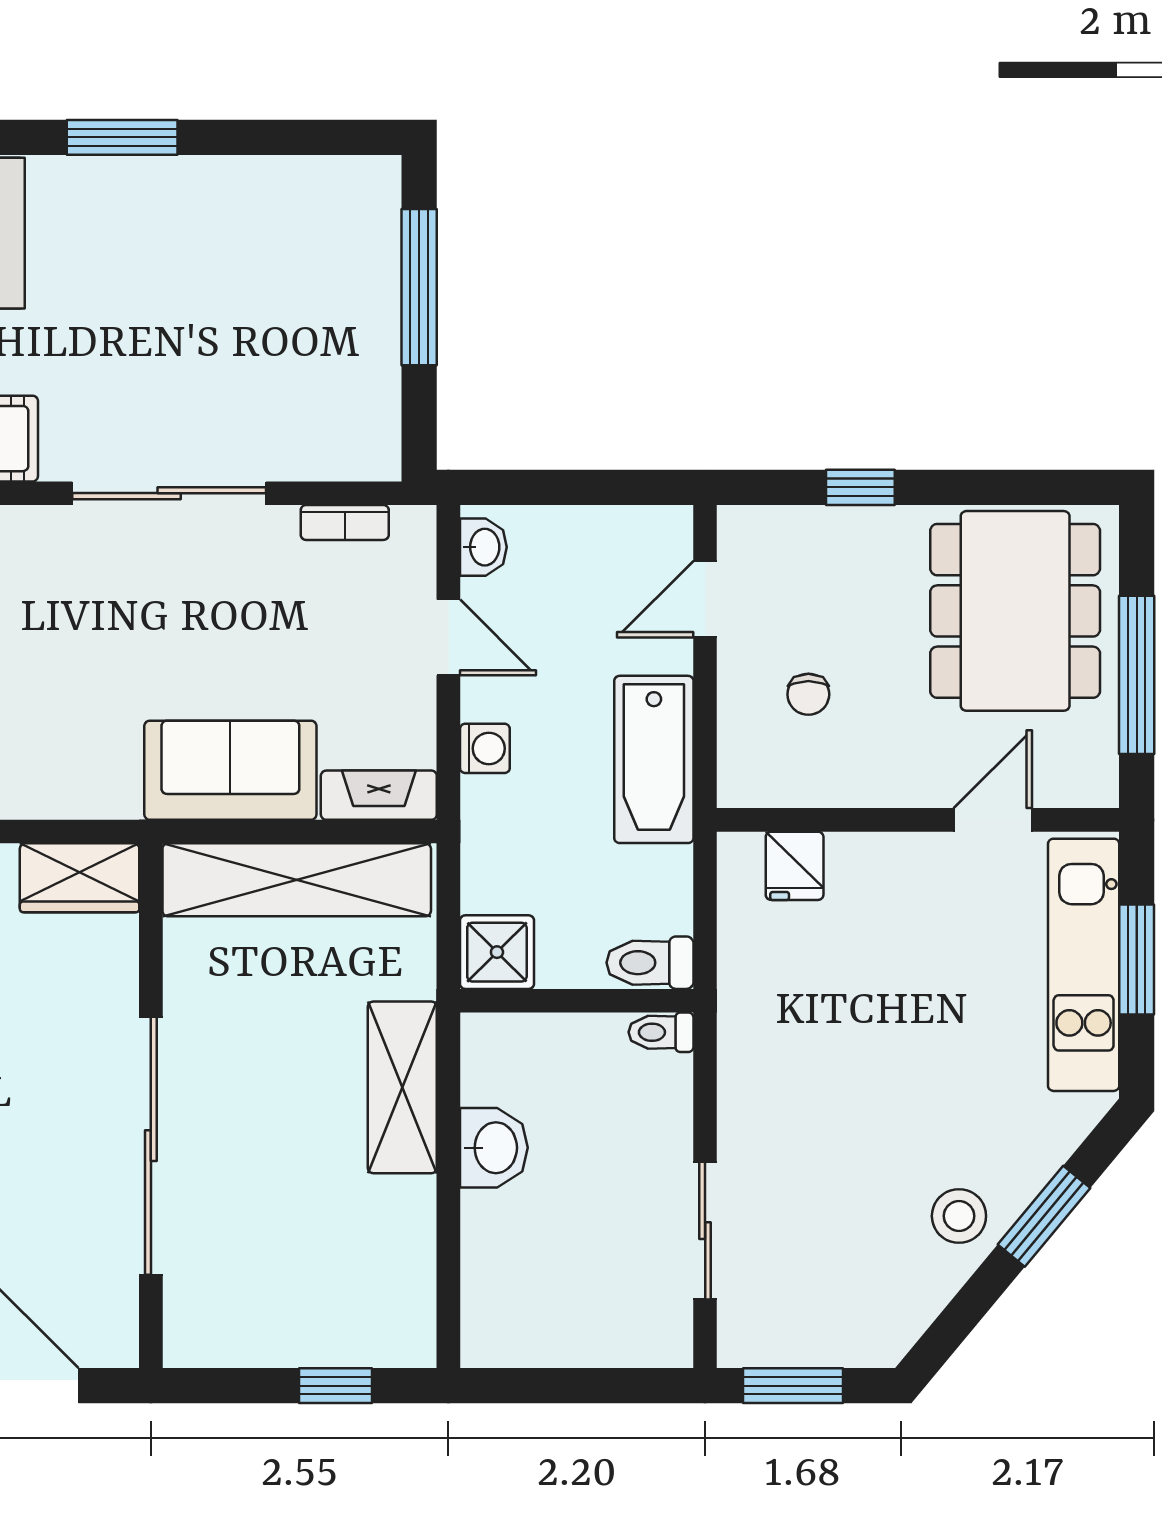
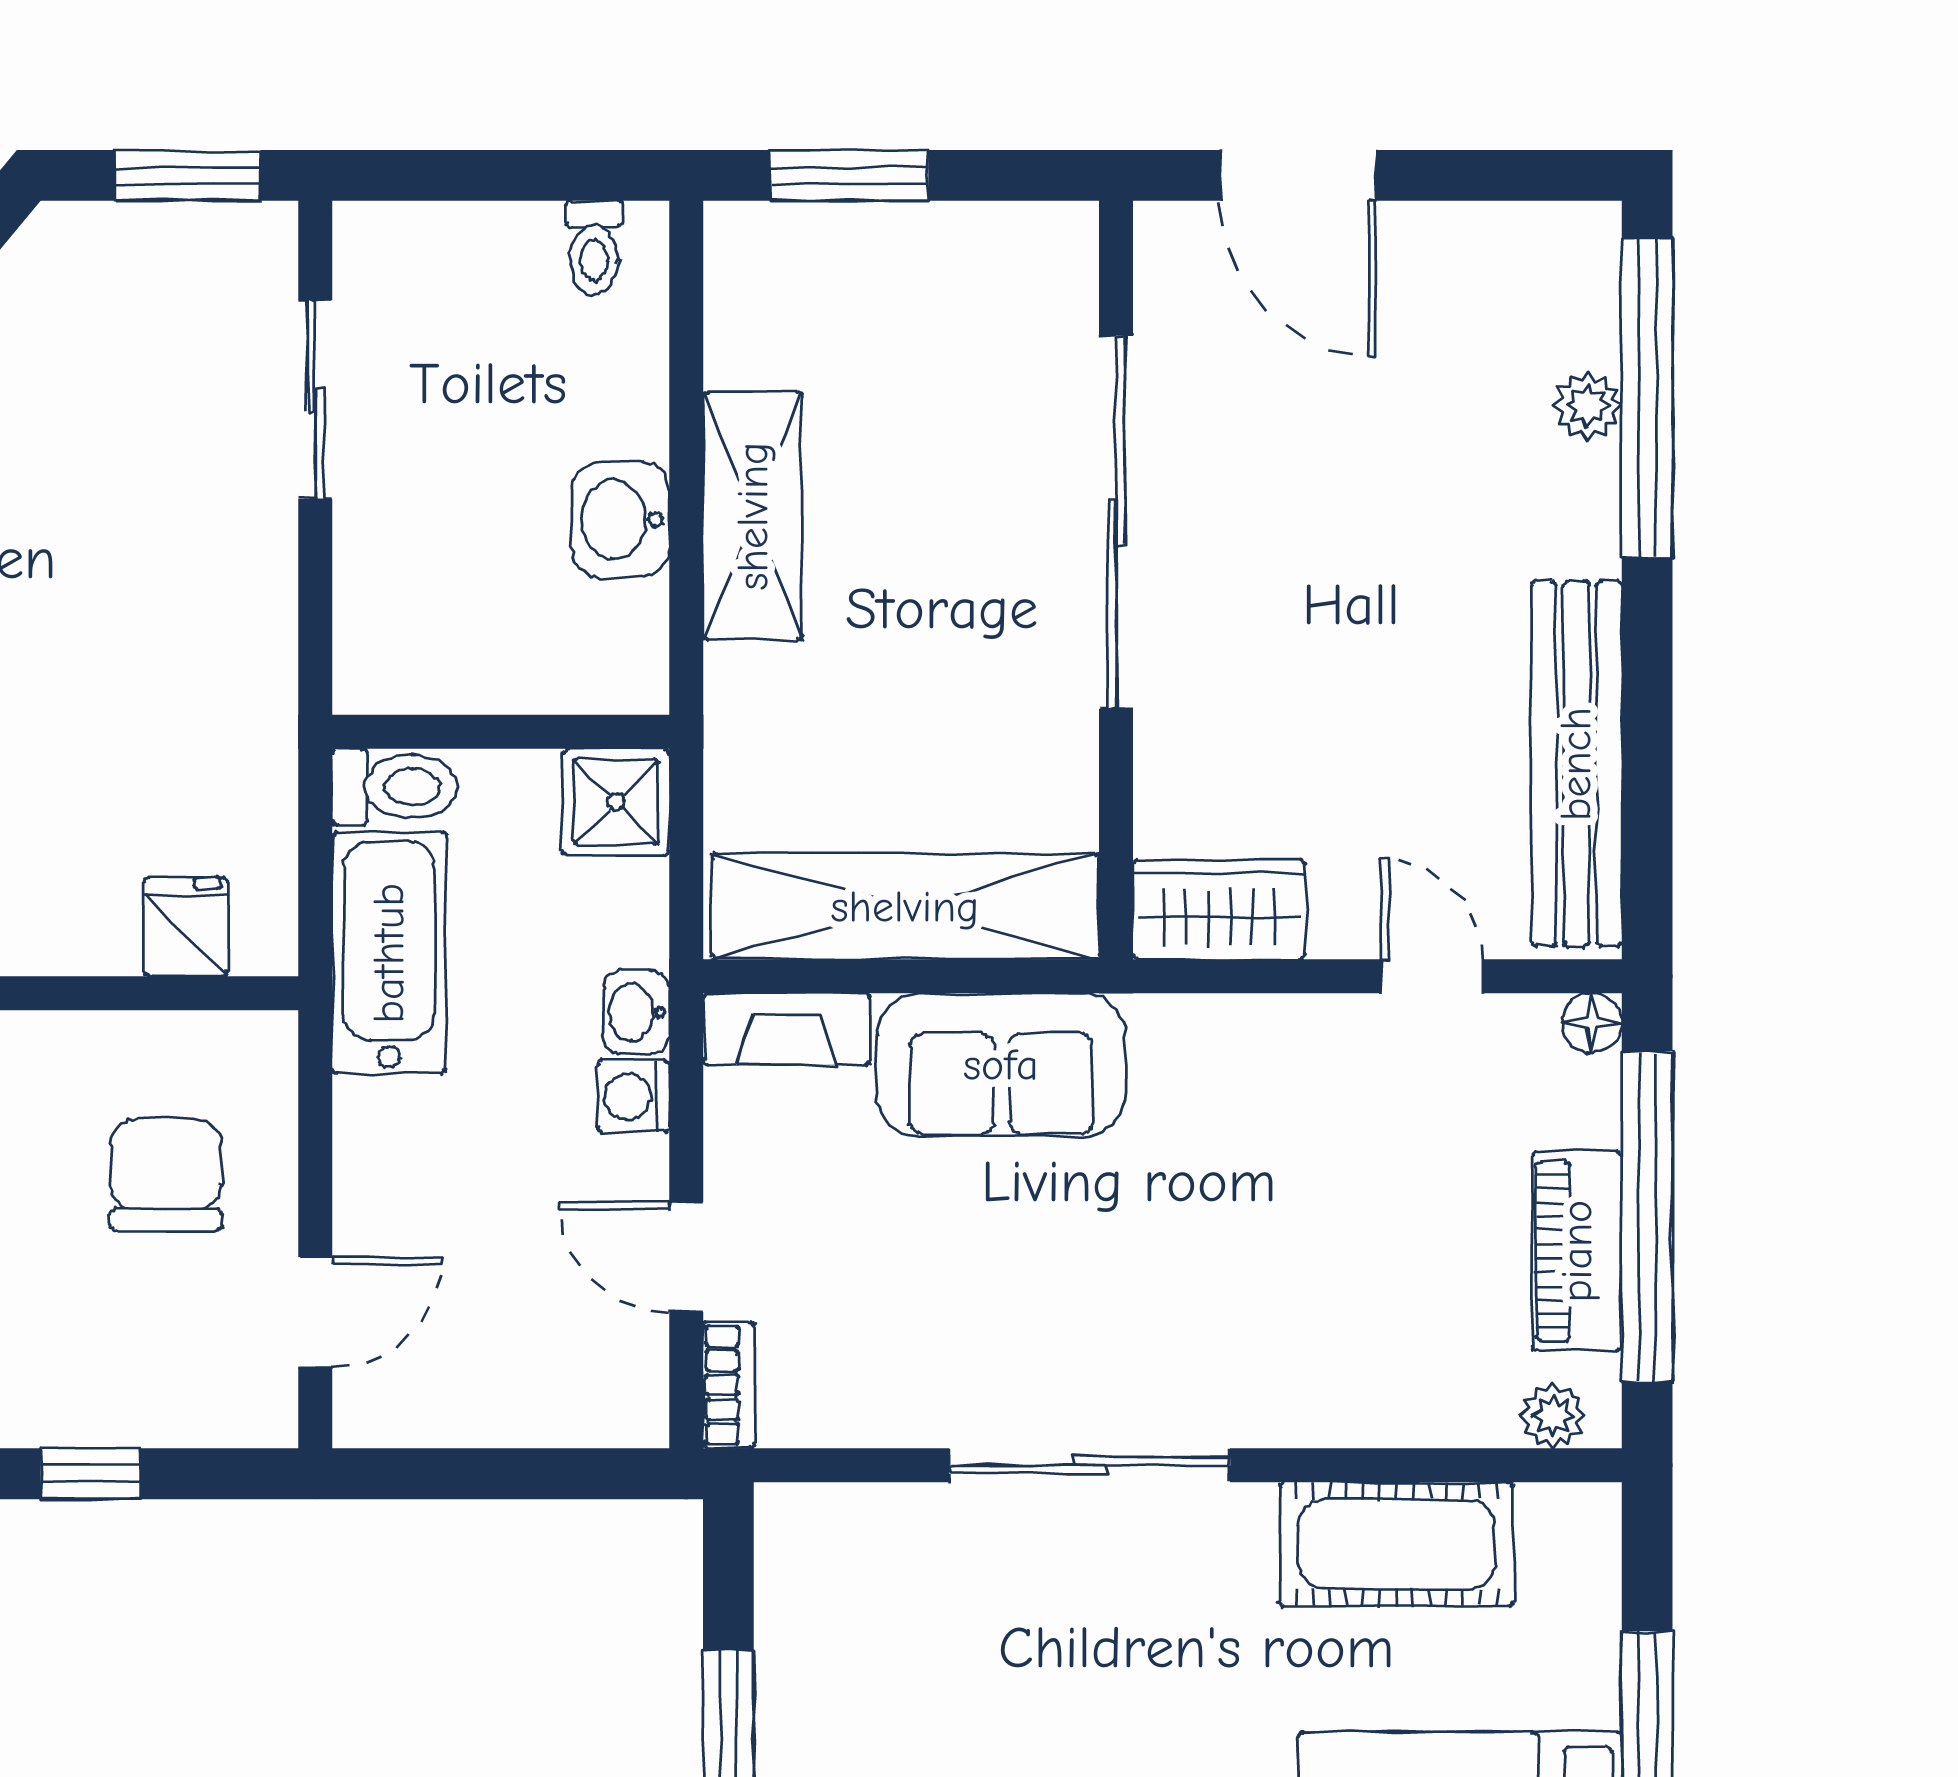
bookcase: (345, 522) -> (728, 1385), moved, turned 90
washbasin: (483, 547) -> (636, 1012), moved
chair: (808, 694) -> (166, 1175), width x1.87, depth x1.87
bathtub: (654, 759) -> (389, 953), moved
toilet: (661, 1032) -> (594, 247), moved, turned 90
shelving: (402, 1087) -> (753, 516), moved
window: (336, 1386) -> (849, 175), width x1.50

